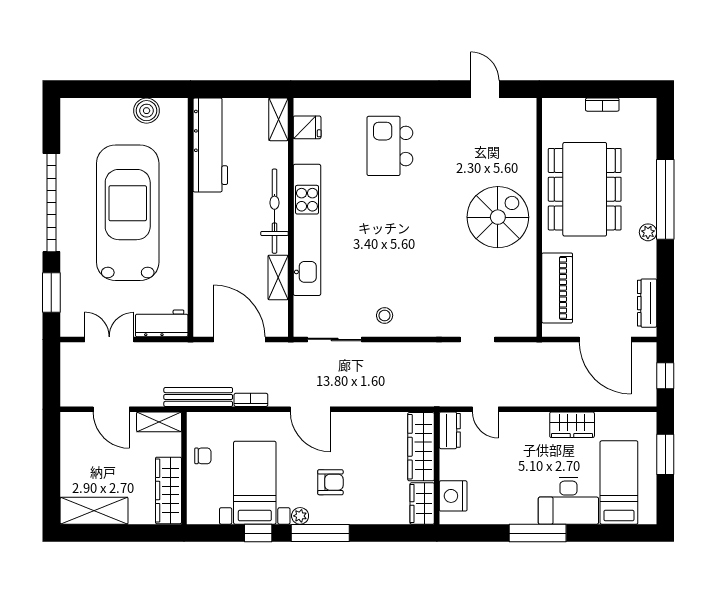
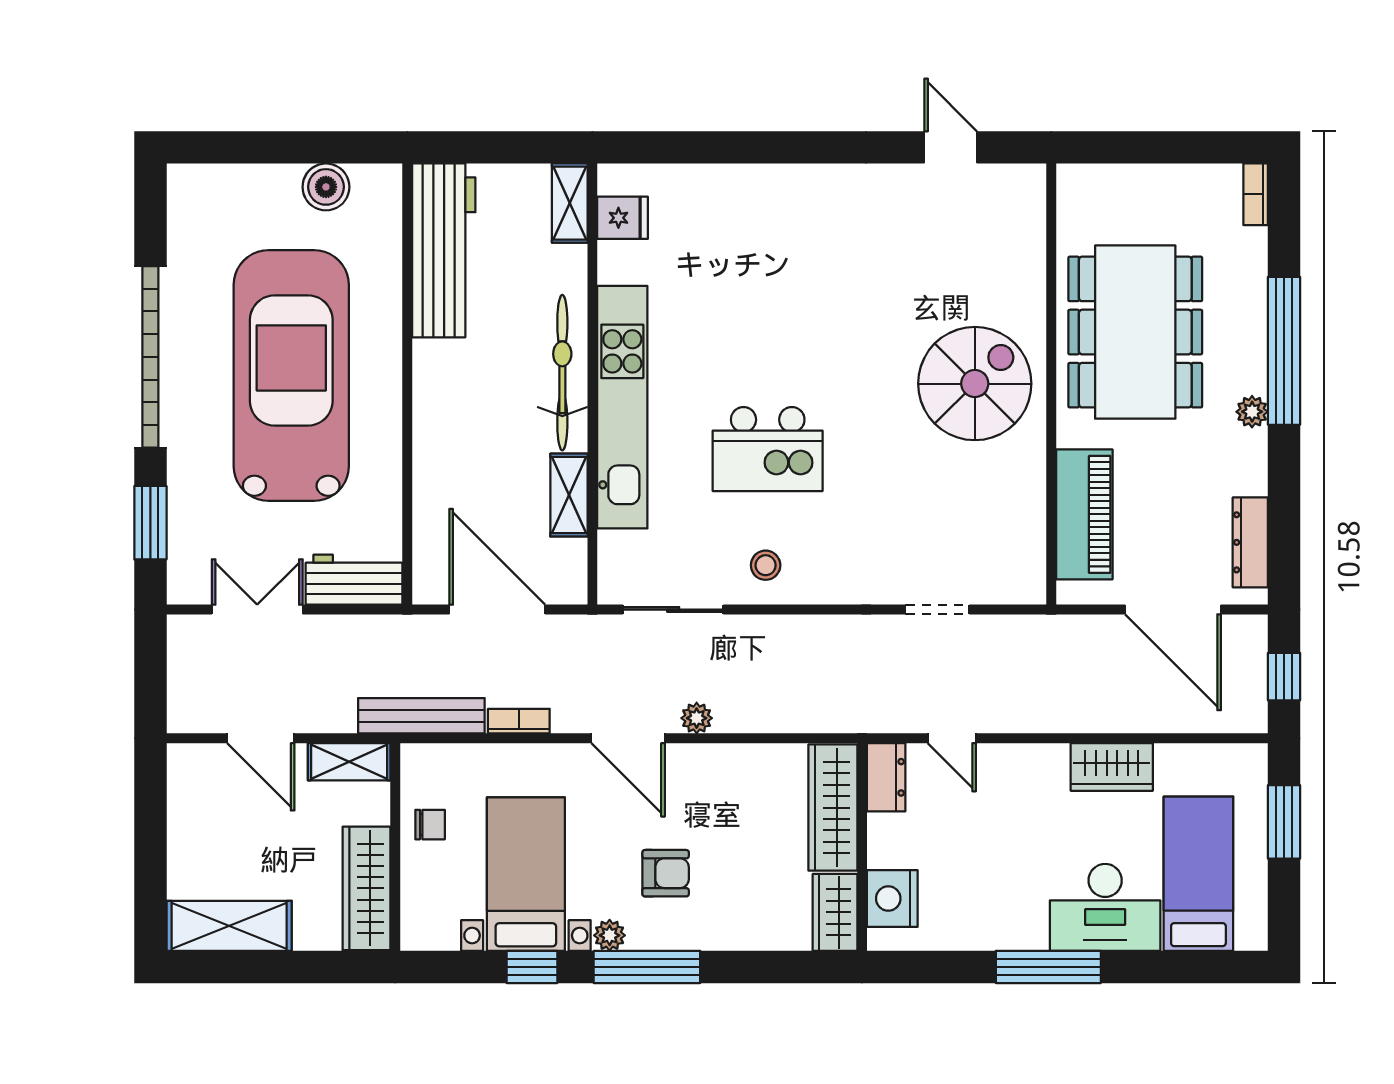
bookcase: (602, 105) -> (1256, 194), moved, turned 90
kitchen island: (390, 146) -> (768, 449), moved, turned -90
plant: (347, 398) -> (697, 718), added

